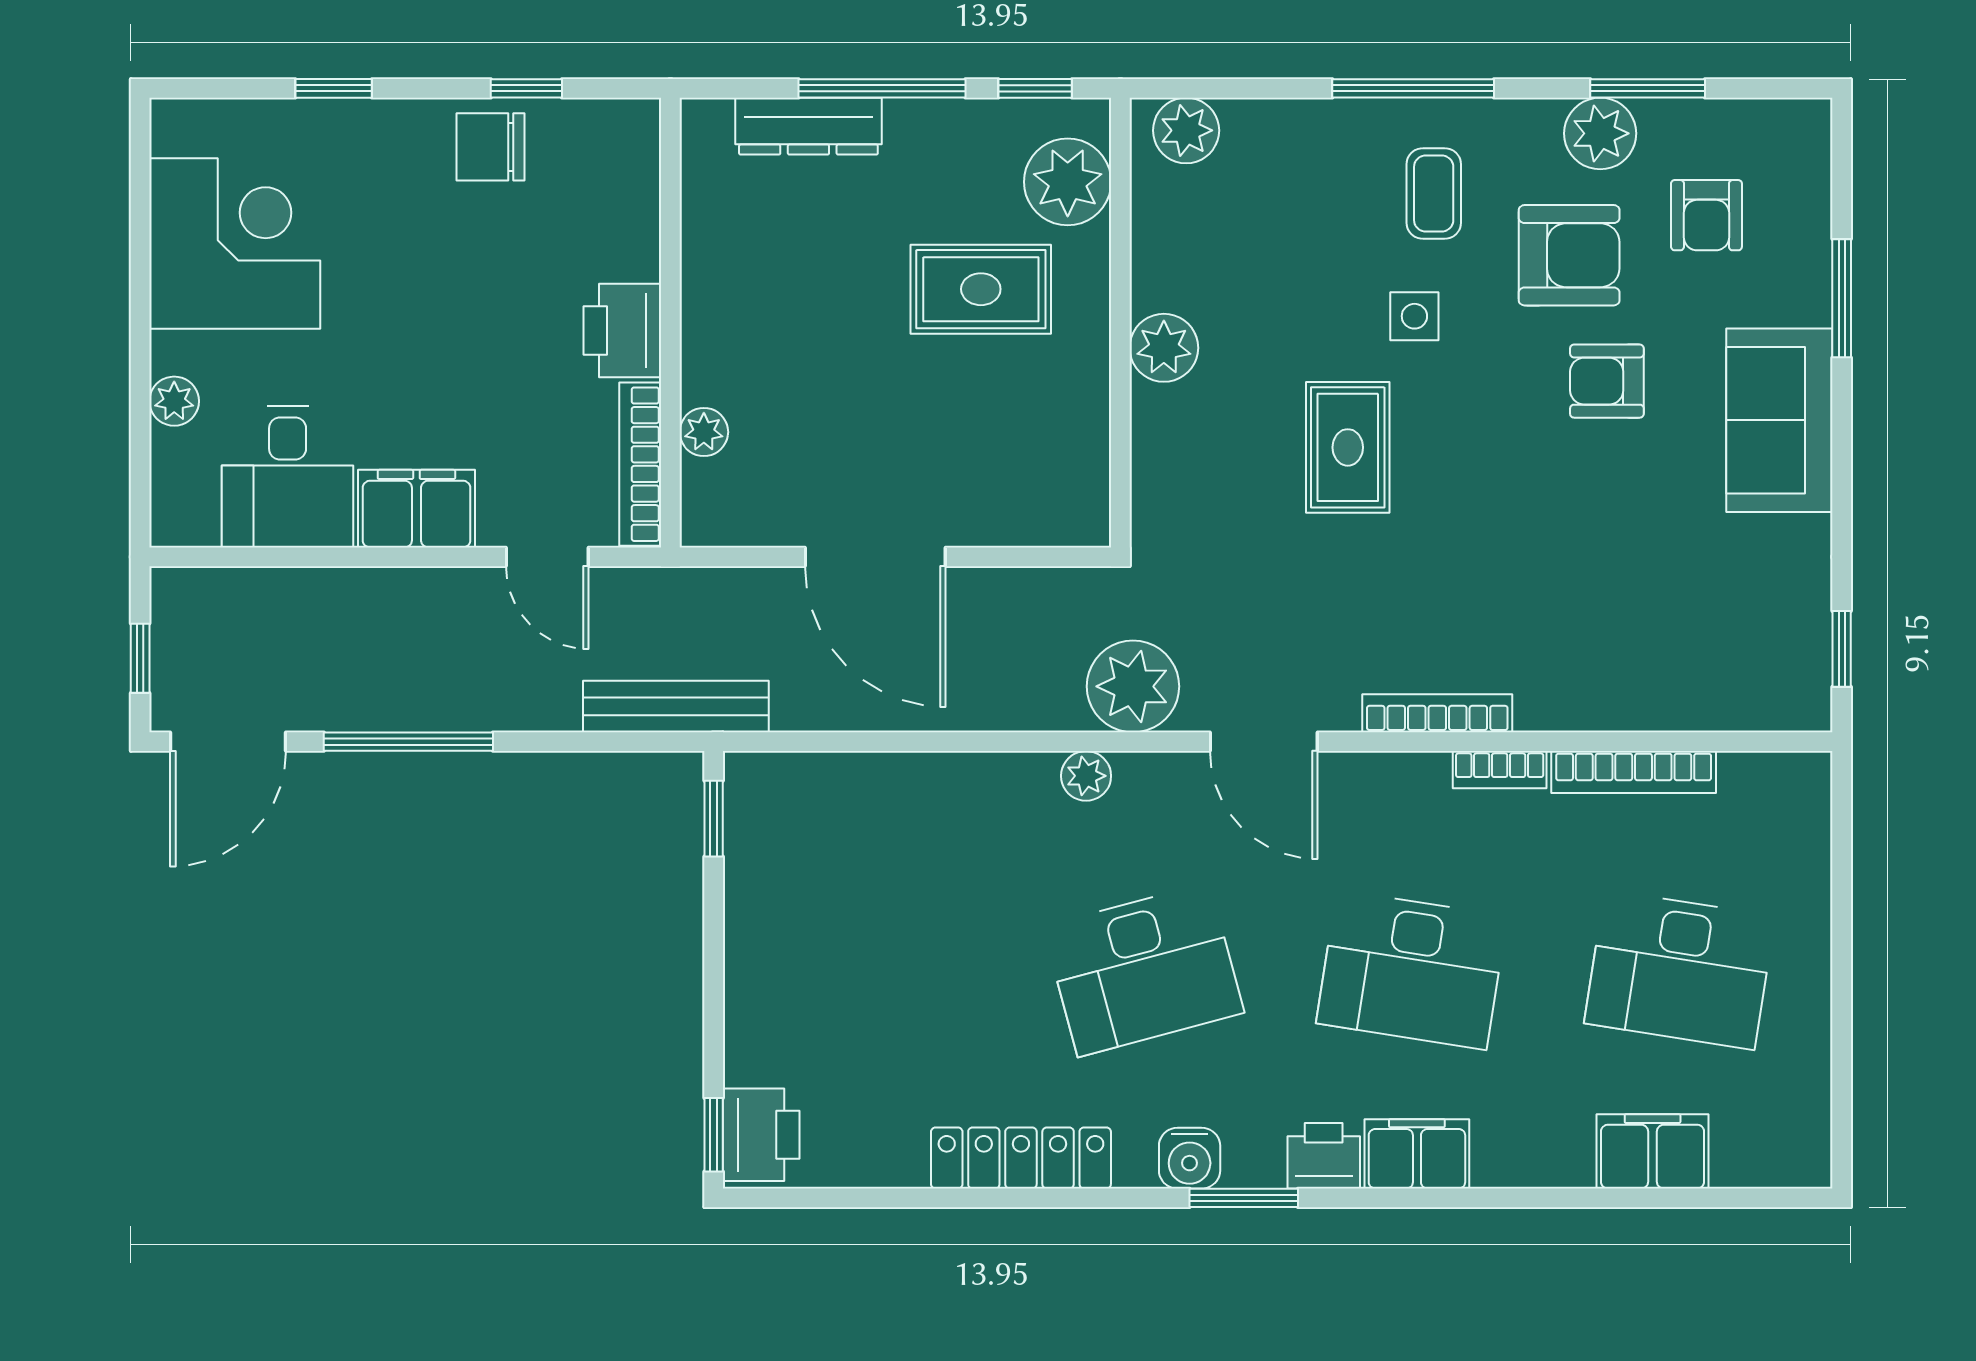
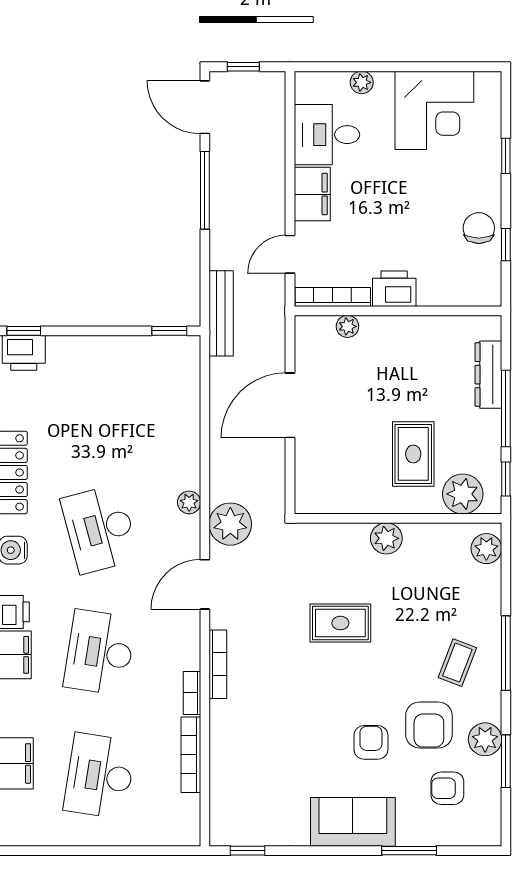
coffee table: (1434, 193) -> (457, 663), turned -69
side table: (1414, 316) -> (401, 654), removed

